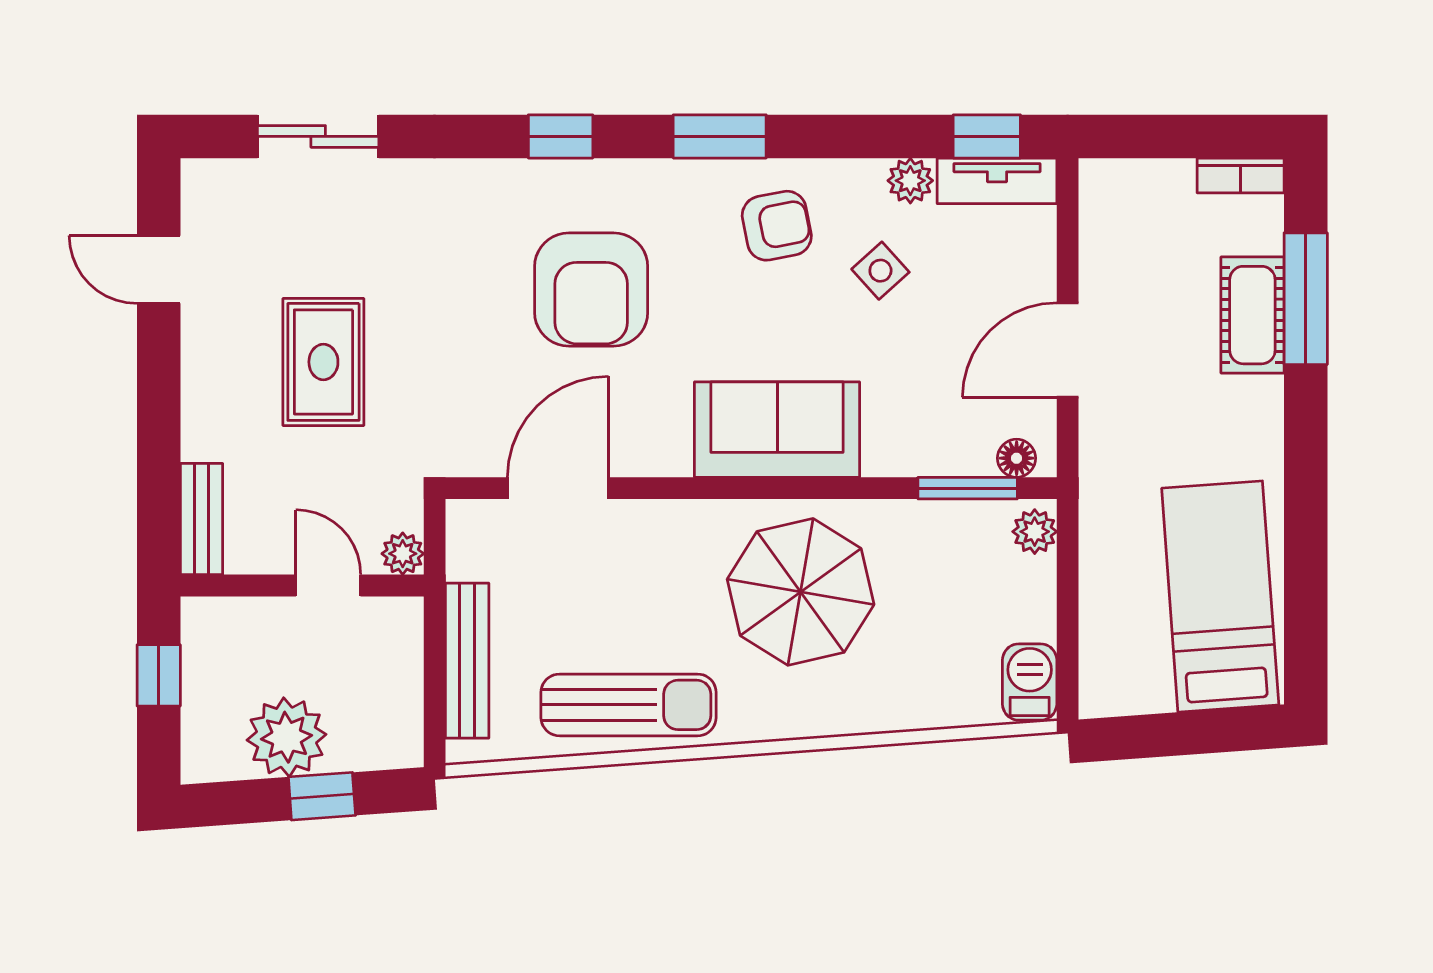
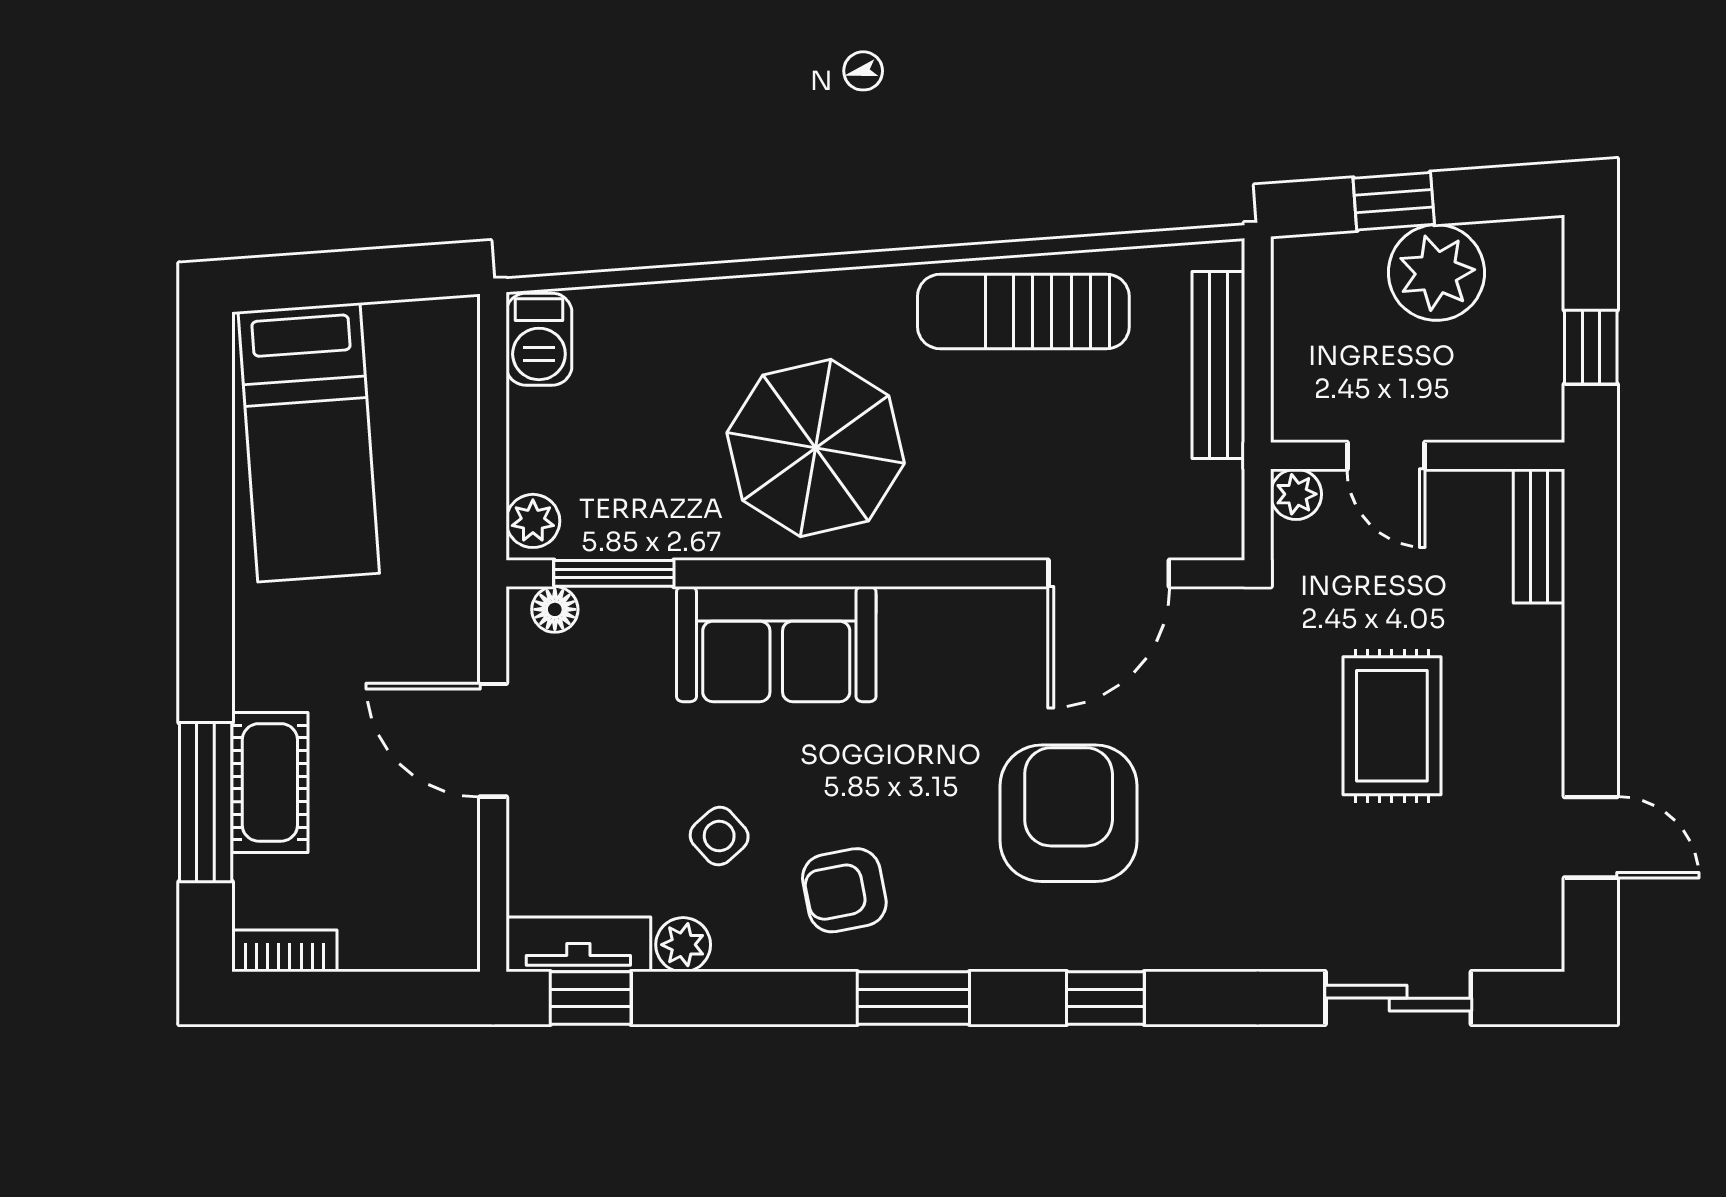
door: (1068, 350) -> (493, 740), swing flipped
sofa: (777, 430) -> (776, 644), moved

